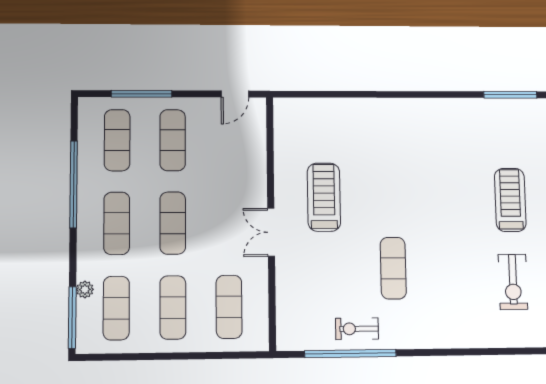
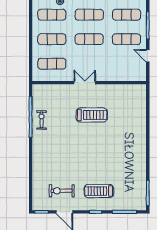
door: (235, 94) -> (148, 56), moved
treadmill: (324, 197) -> (92, 115), moved
treadmill: (510, 200) -> (99, 191), turned 180
exercise mat: (393, 268) -> (68, 137), removed

